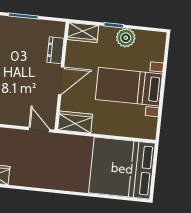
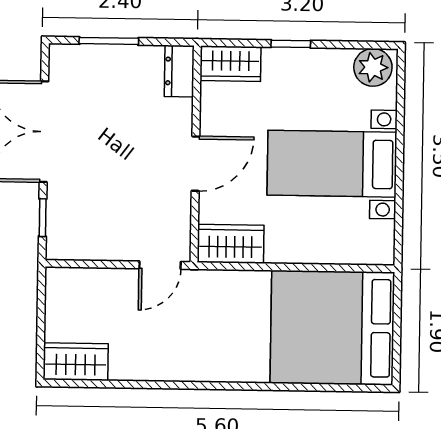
plant: (126, 38) -> (373, 67), moved
dresser: (55, 50) -> (179, 71), moved
door: (39, 130) -> (160, 265), swing flipped

